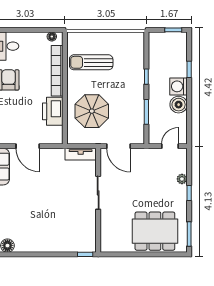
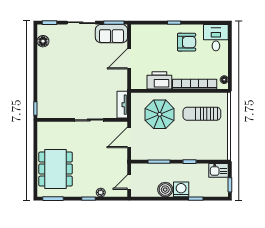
kitchen sink: (156, 43) -> (219, 170), added
sun lounger: (91, 62) -> (202, 114), turned -90
door: (170, 146) -> (129, 182), swing flipped

